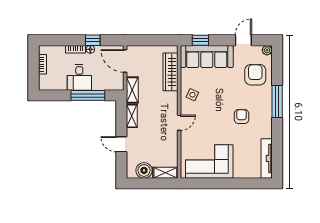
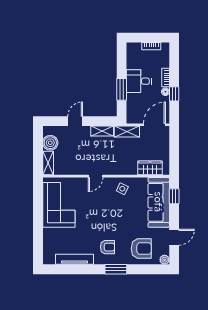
door: (243, 40) -> (174, 237), hinge flipped
wardrobe: (171, 72) -> (150, 168), width x0.67
window: (88, 95) -> (122, 89), width x0.69
window: (277, 102) -> (116, 269), width x0.69
armchair: (241, 116) -> (107, 247), moved
door: (179, 123) -> (96, 176), hinge flipped
tv unit: (267, 158) -> (75, 259), moved

